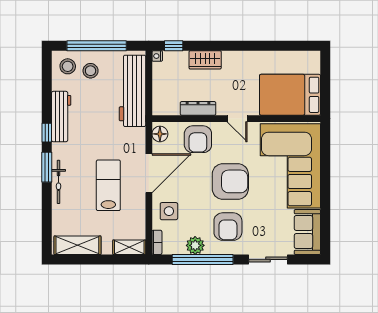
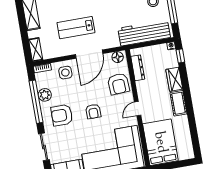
cot: (240, 60) -> (178, 103), added
dresser: (198, 108) -> (138, 68), moved
armchair: (198, 139) -> (119, 84), turned -93
door: (149, 173) -> (89, 54), hinge flipped
armchair: (230, 181) -> (93, 111), width x0.53, depth x0.53
lab bench: (108, 185) -> (76, 28), turned 180

